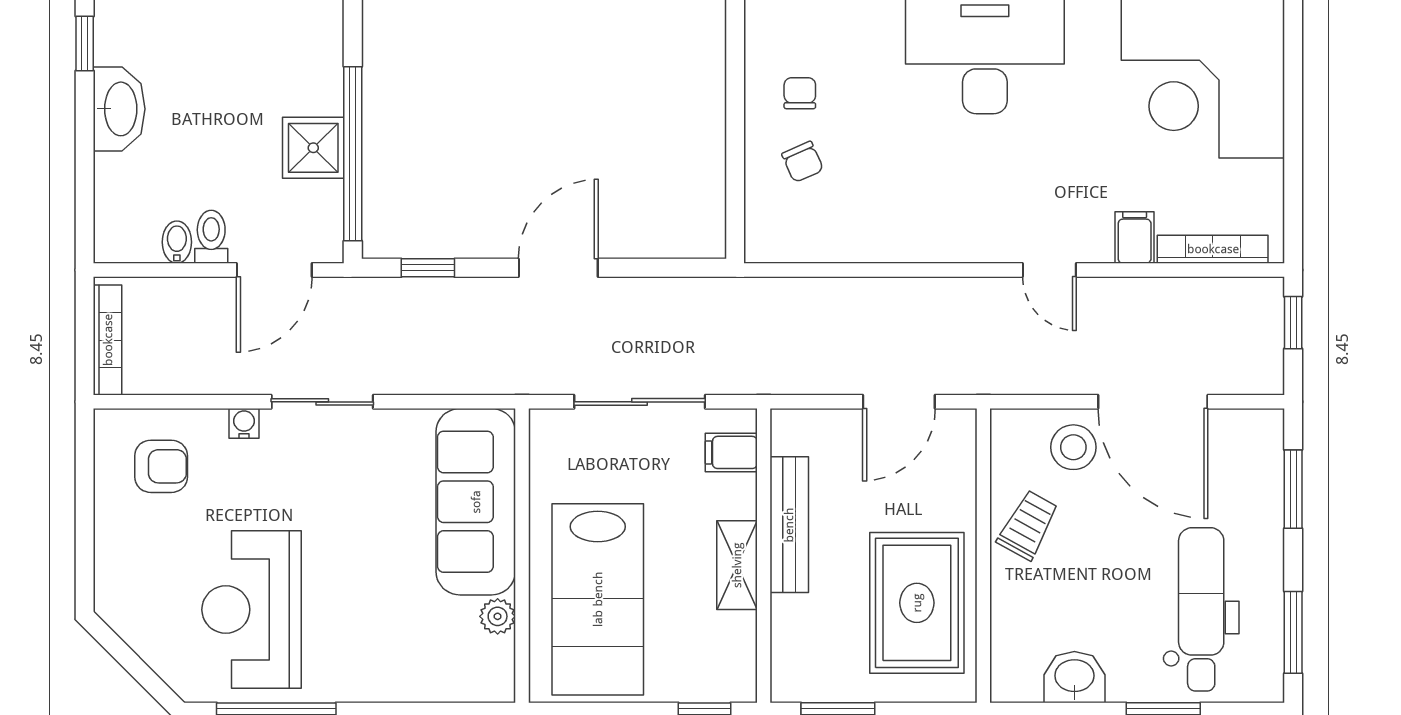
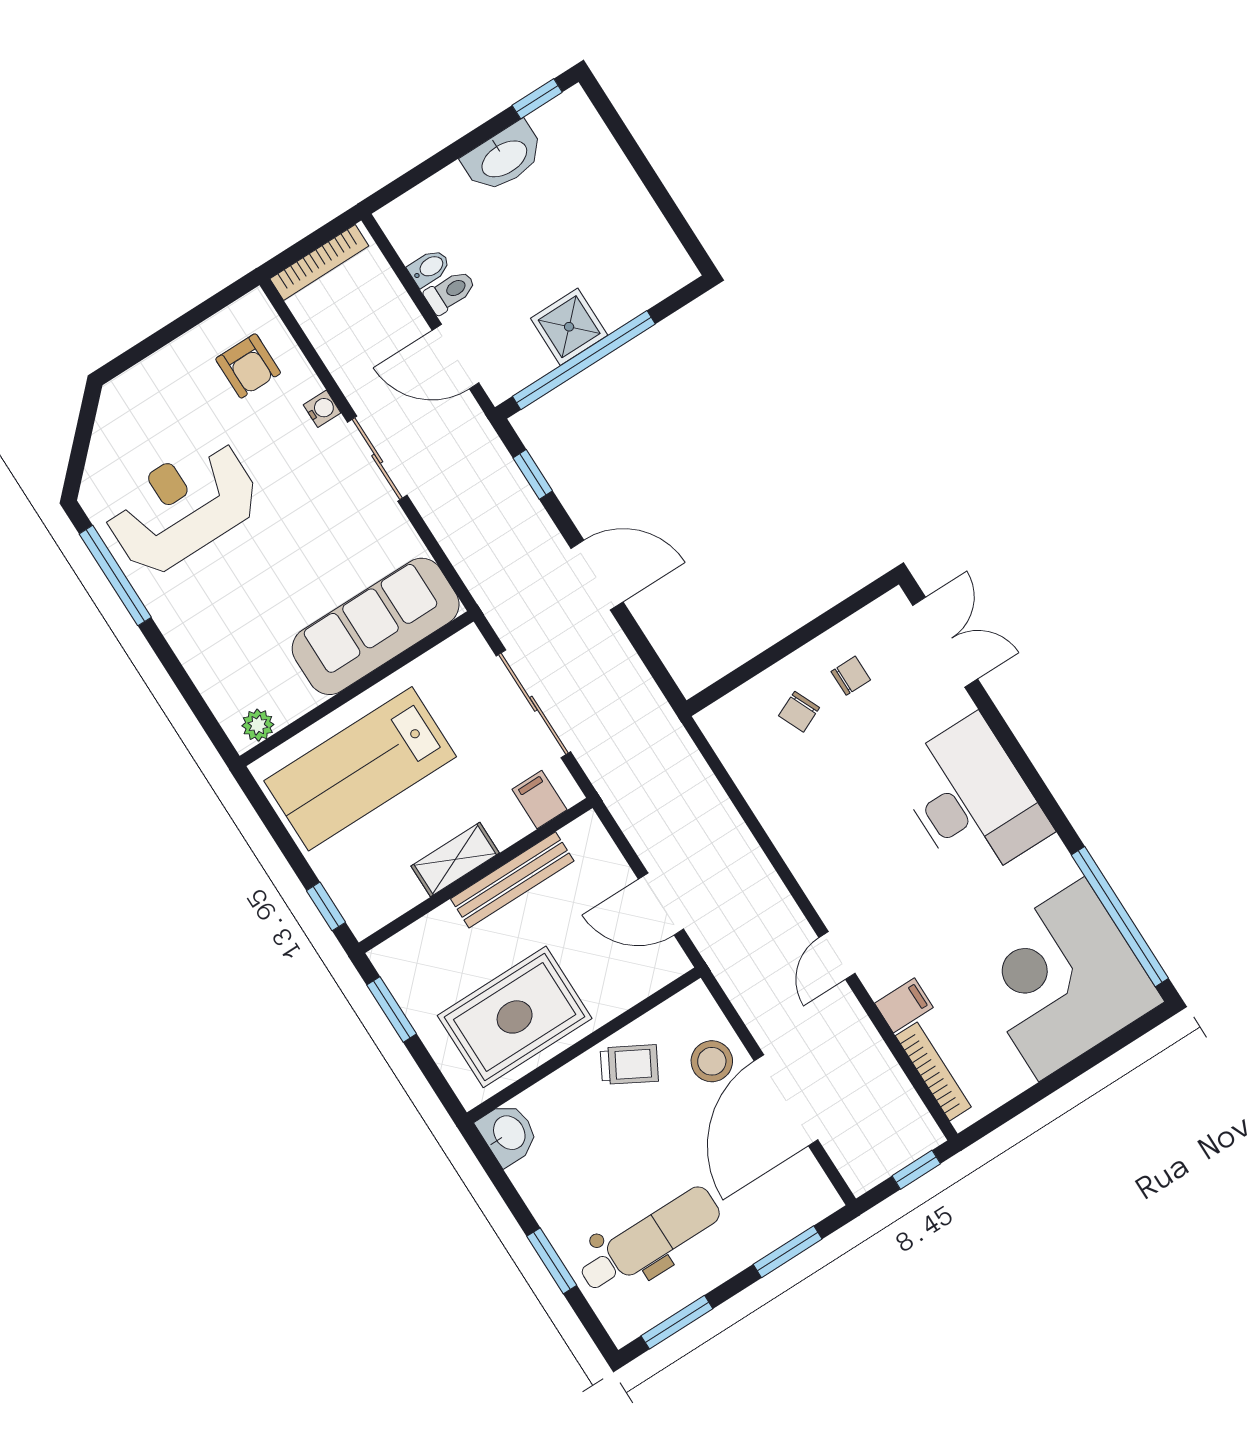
plant: (498, 616) -> (258, 725), moved
washbasin: (1074, 677) -> (508, 1133), moved

